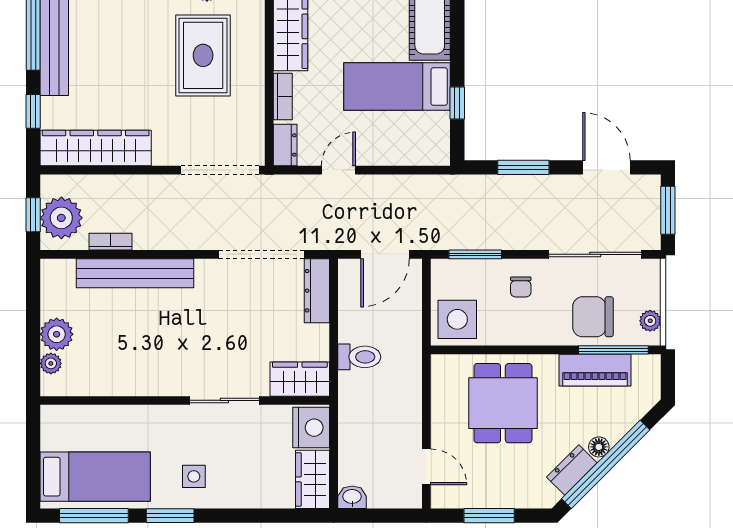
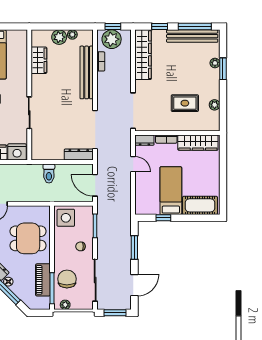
rug: (203, 55) -> (185, 103), width x0.73, depth x0.70
plant: (51, 363) -> (72, 35), moved
wardrobe: (300, 379) -> (39, 60), moved

